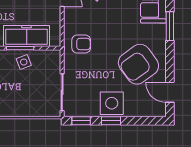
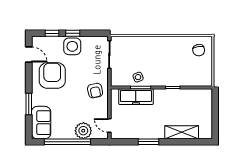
armchair: (81, 44) -> (95, 91), turned -102
armchair: (138, 64) -> (52, 75), turned -54
window: (81, 121) -> (52, 33), moved

